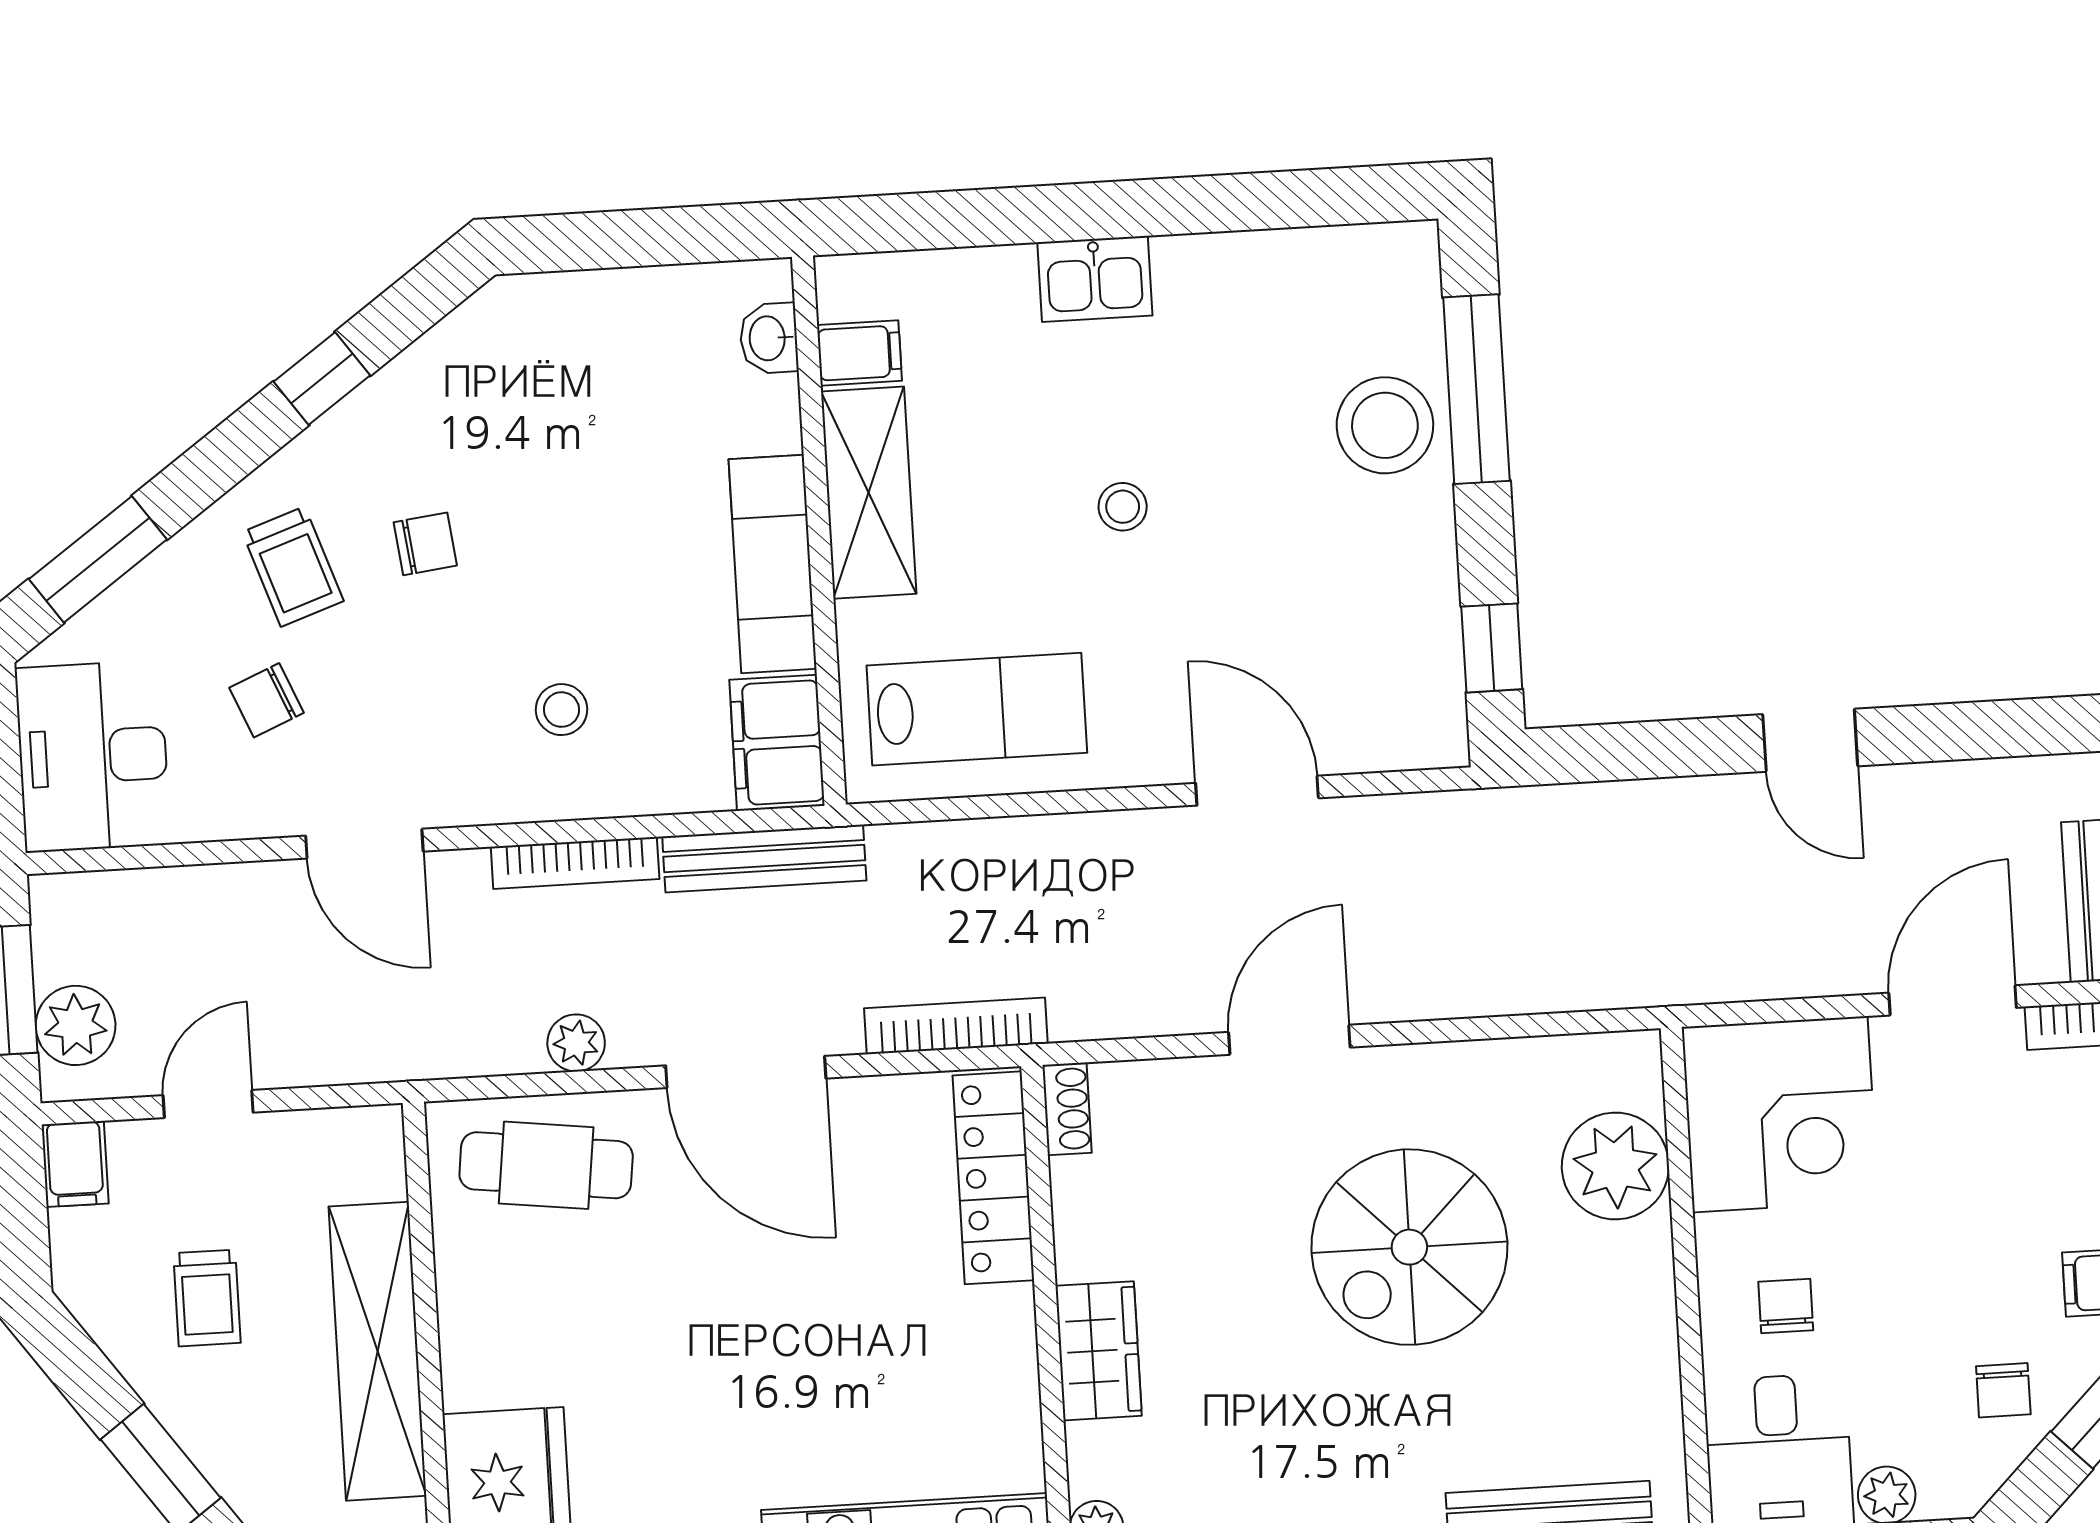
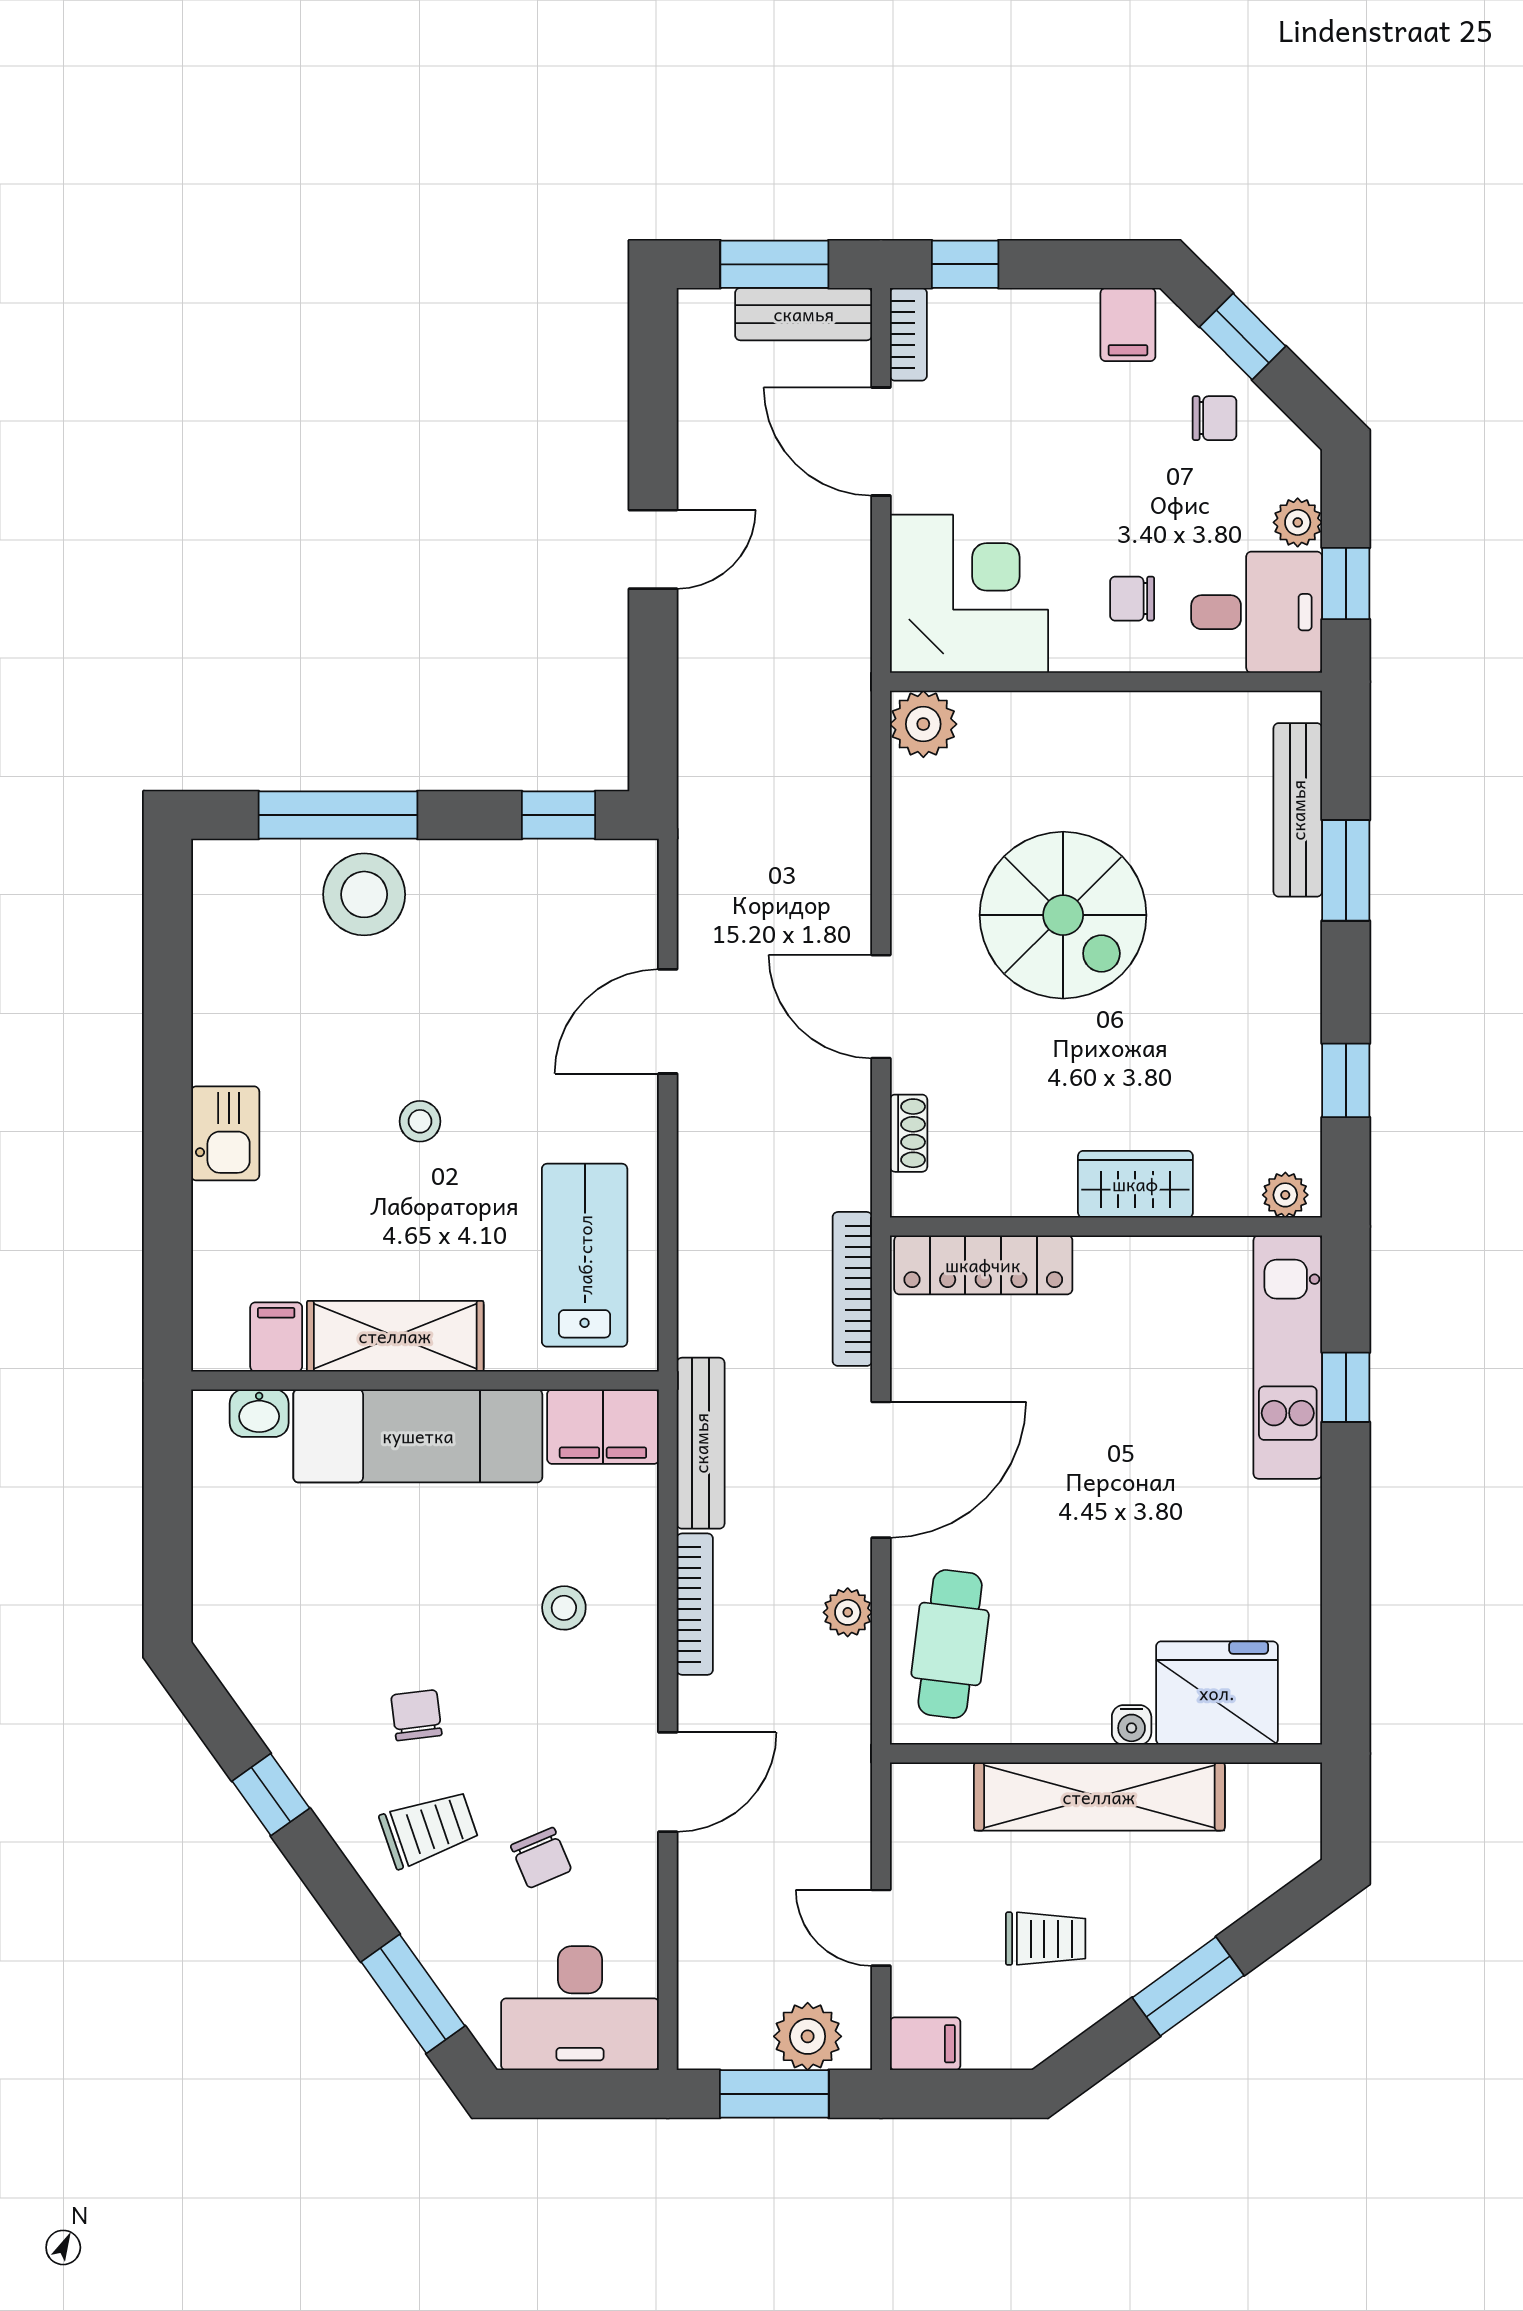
exam couch: (773, 564) -> (418, 1436), width x1.36, depth x1.45
shoe rack: (1067, 1109) -> (909, 1133), moved, turned 90
plant: (1615, 1166) -> (923, 724), moved, width x0.73, depth x0.73
water cooler: (464, 1384) -> (1132, 1725), added

